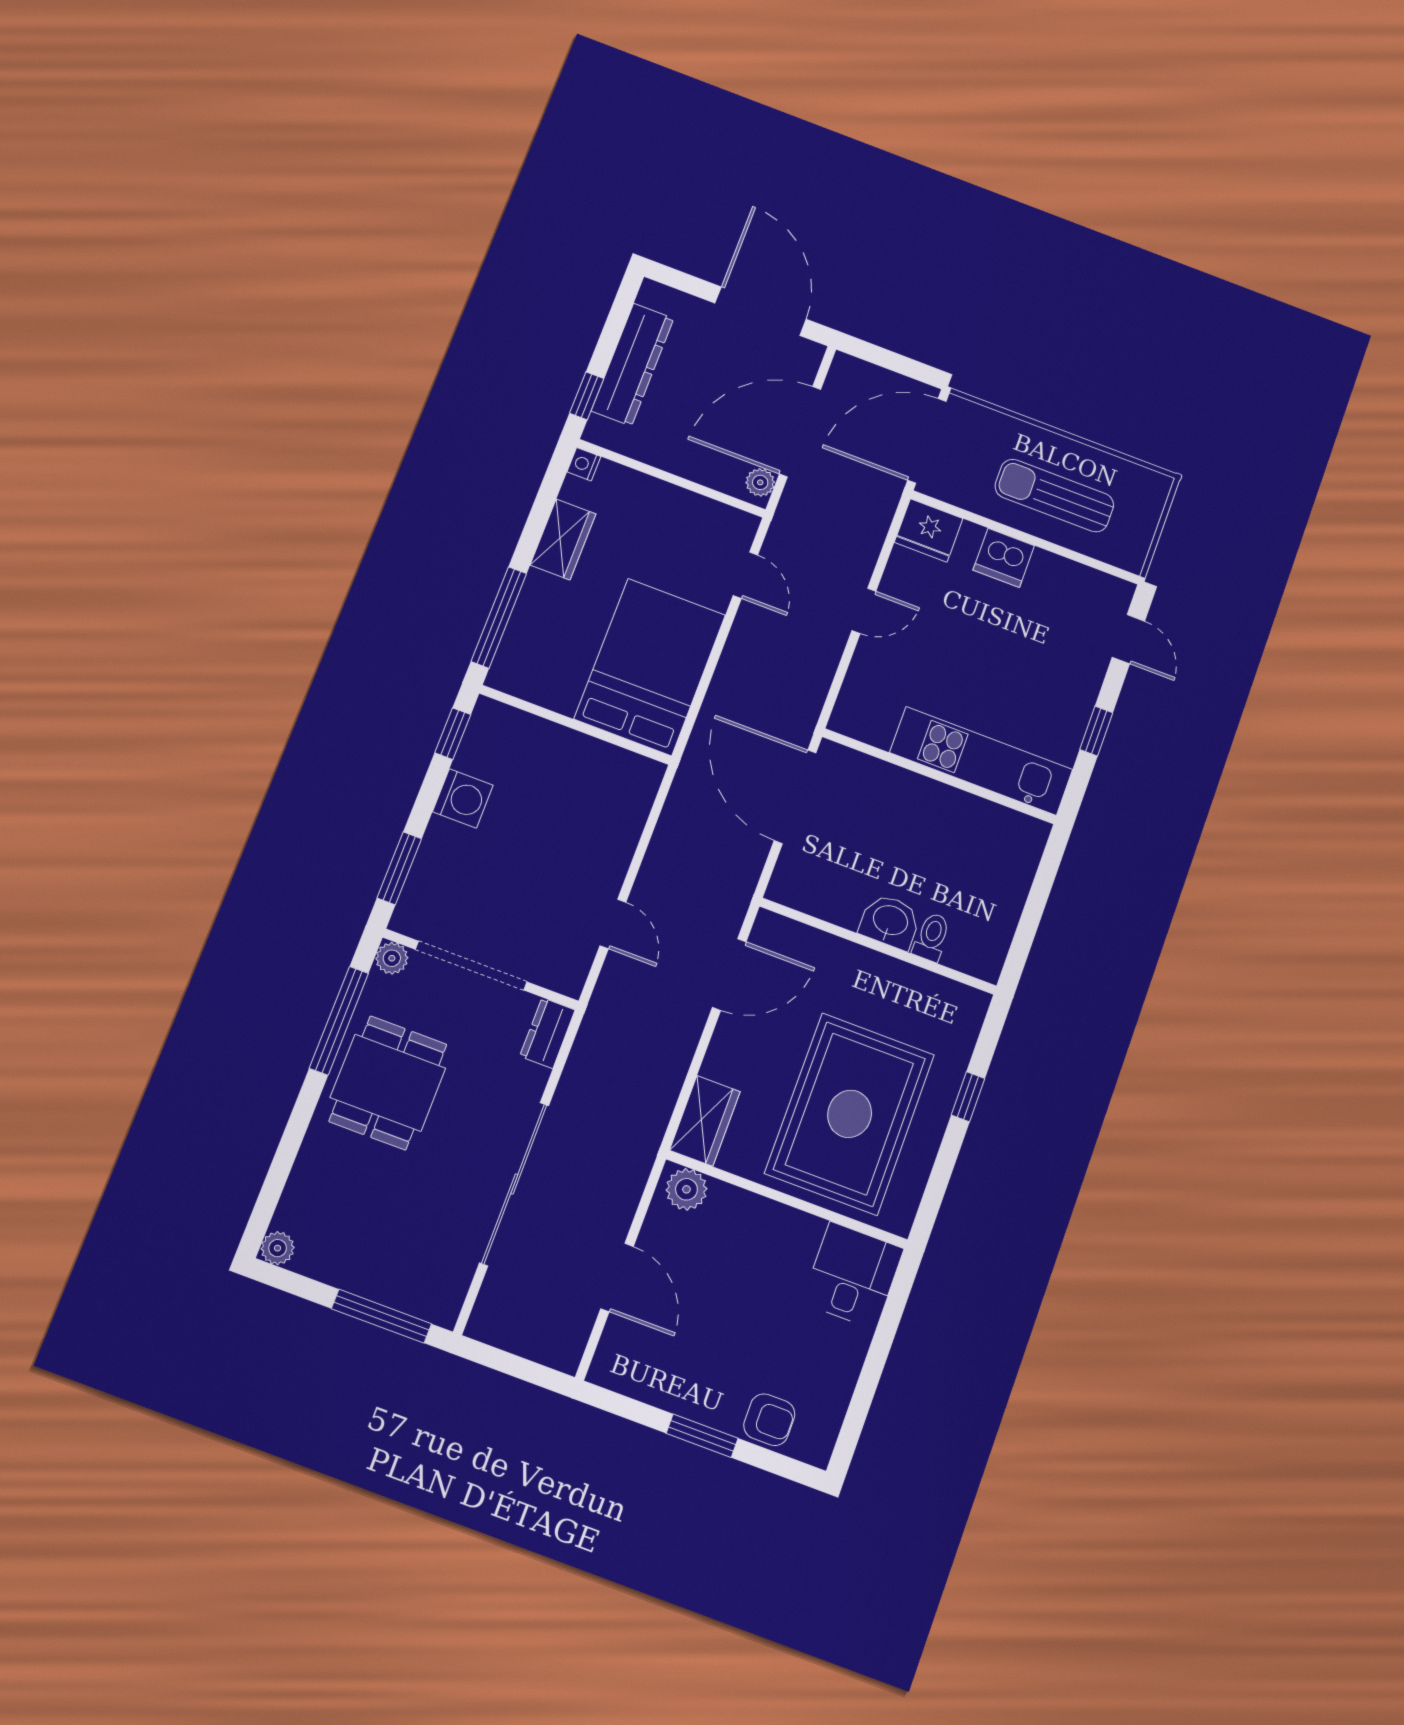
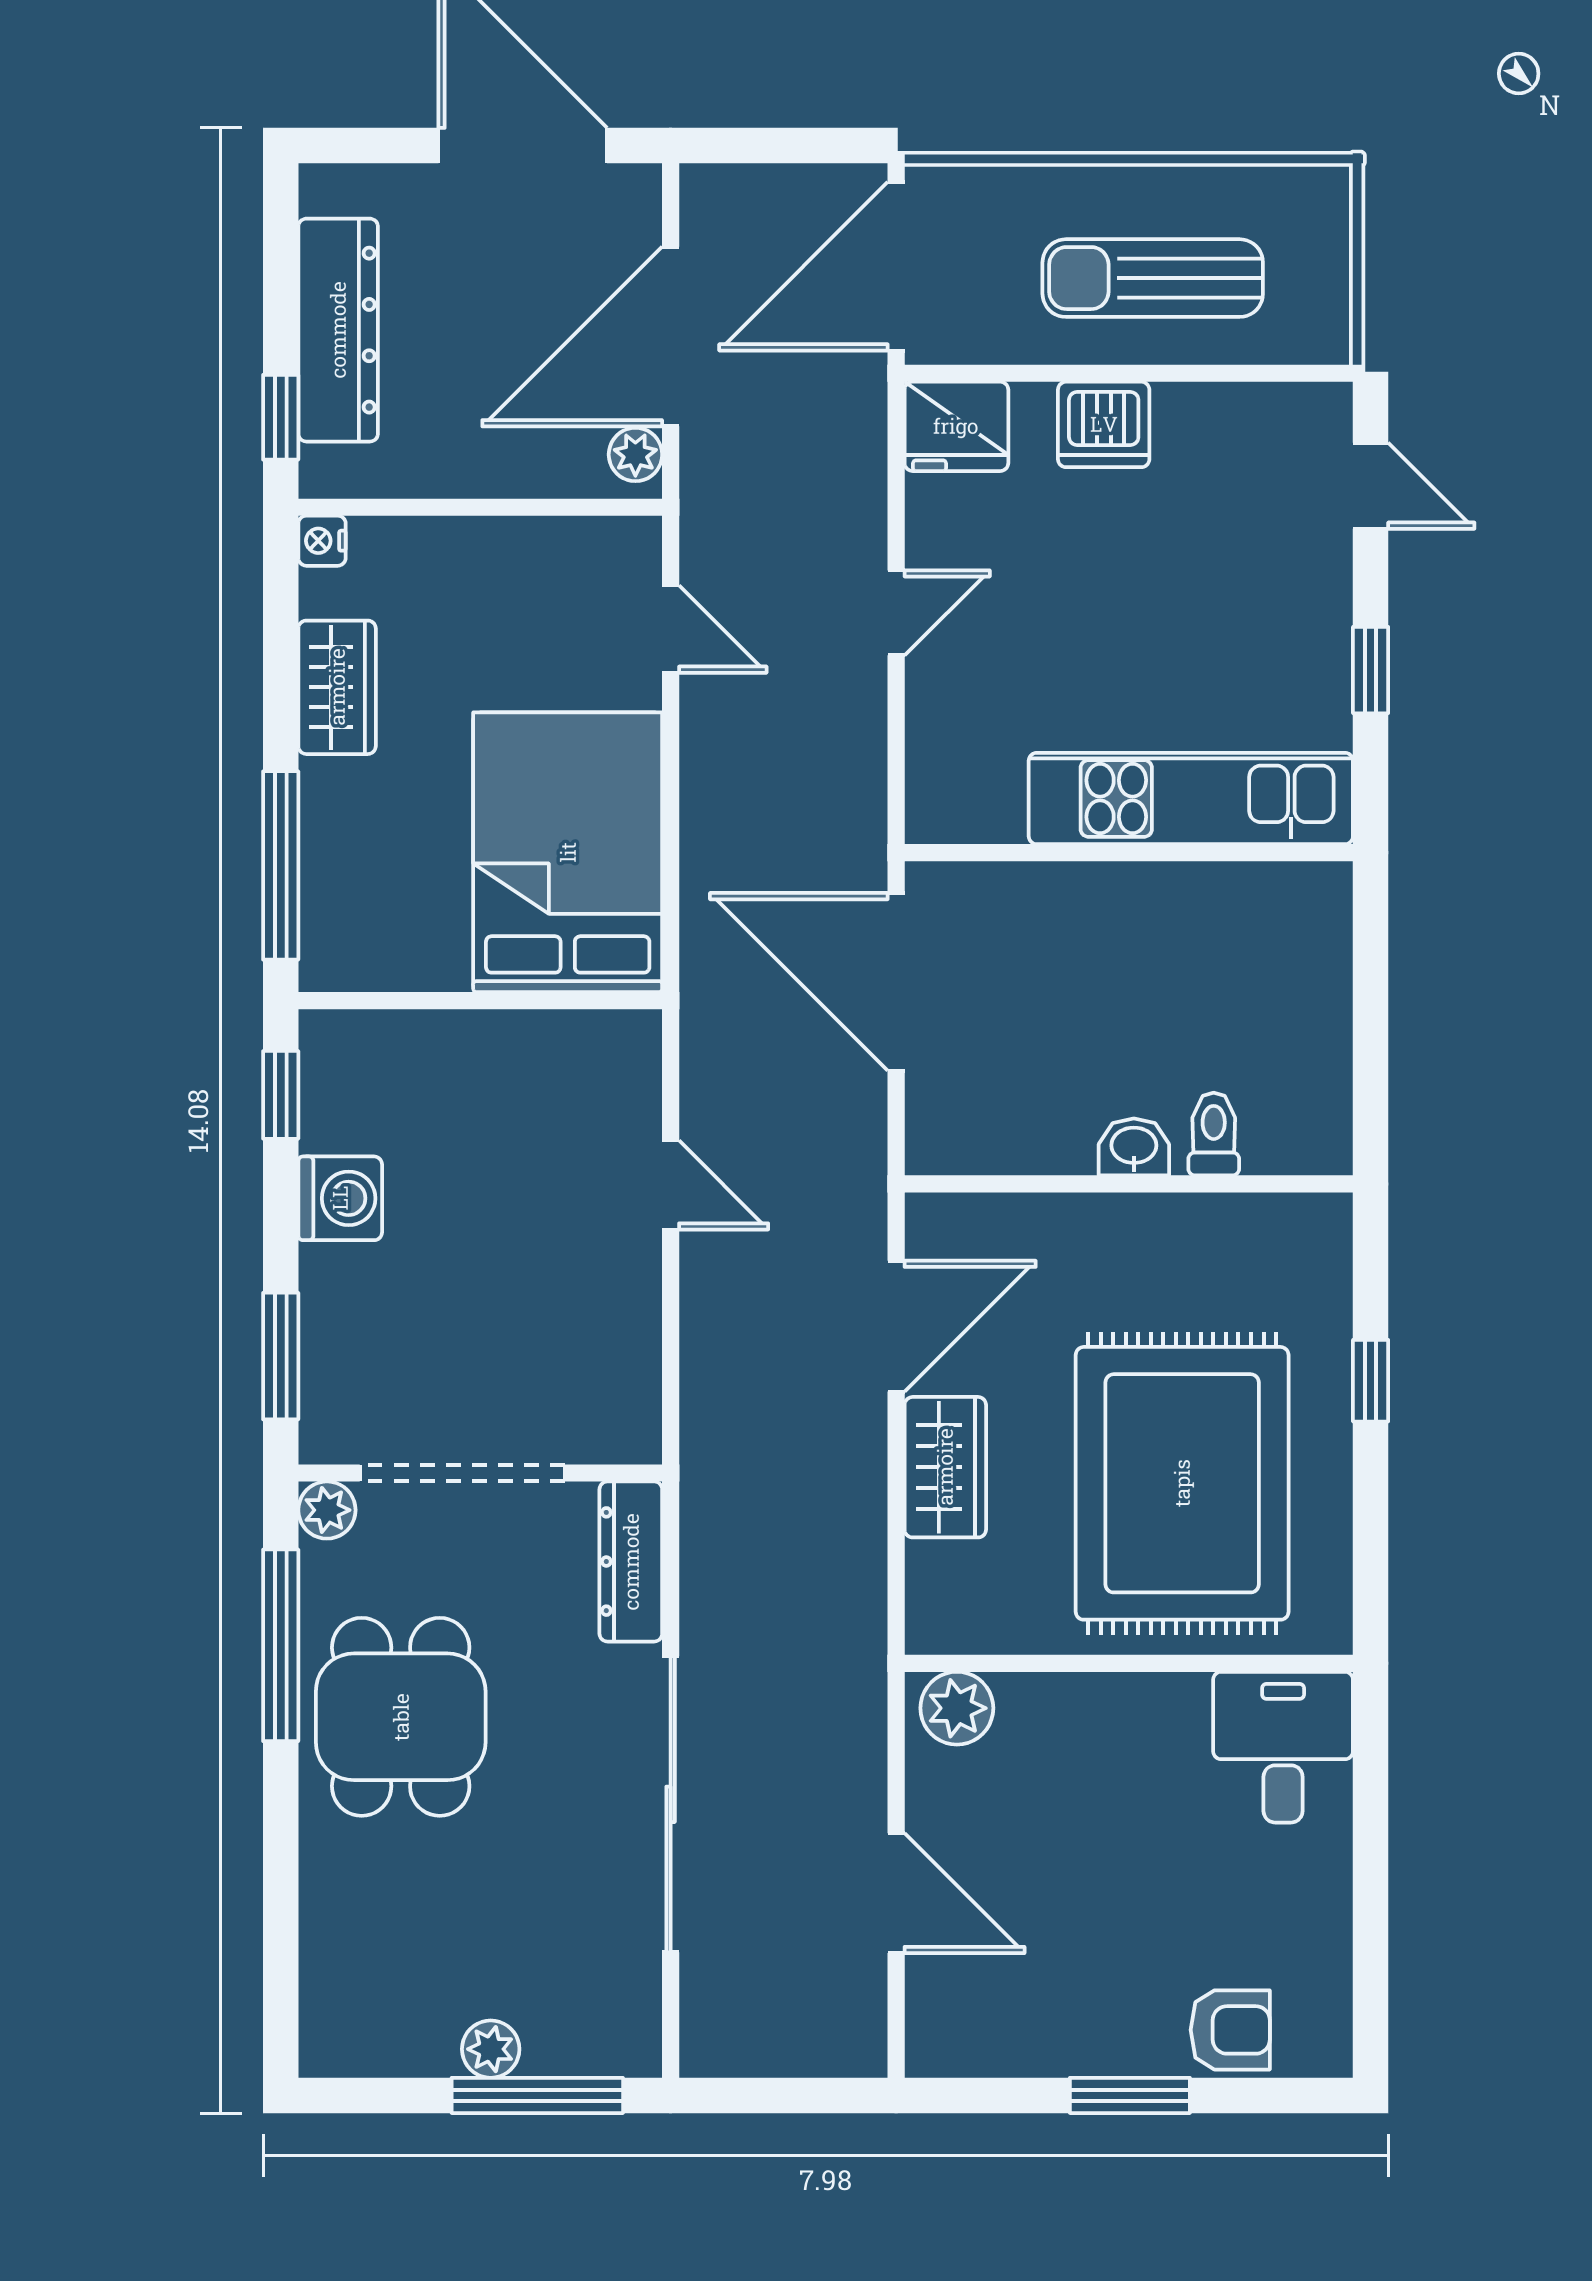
washbasin: (890, 921) -> (1134, 1147), width x0.72, depth x0.69
door: (613, 924) -> (671, 1185), moved
dresser: (547, 1033) -> (631, 1562), width x1.44
wardrobe: (705, 1121) -> (945, 1467), moved
plant: (278, 1248) -> (491, 2049), moved

